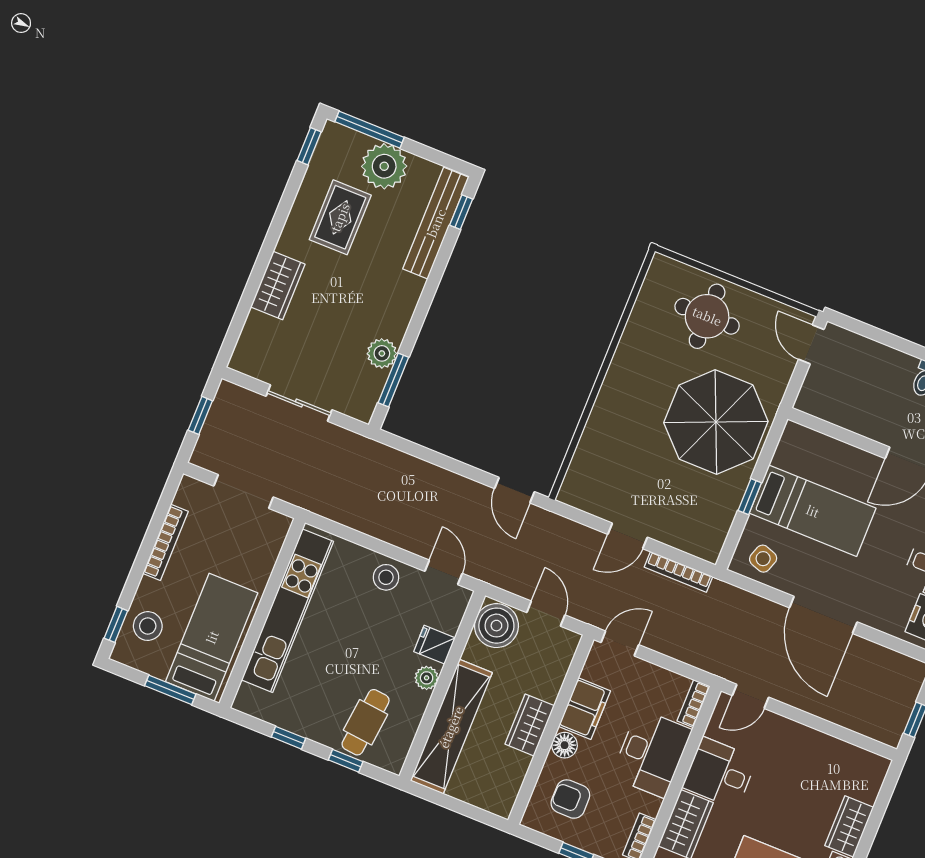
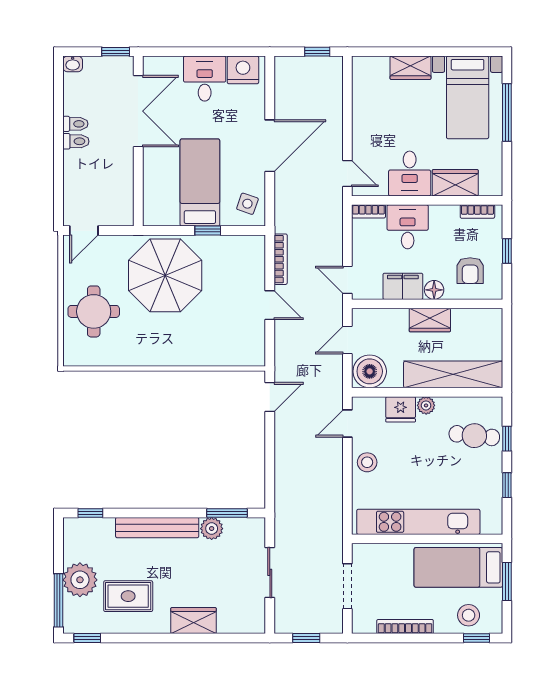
bench: (436, 223) -> (157, 528), moved
fridge: (434, 645) -> (401, 409), width x1.38
desk: (651, 753) -> (408, 227), width x0.73

